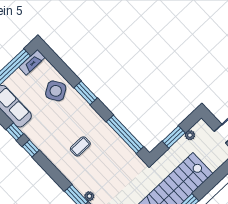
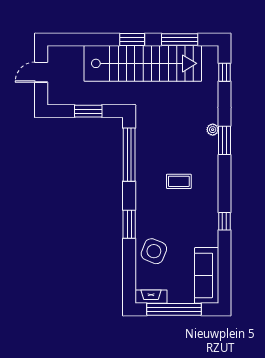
side table: (56, 91) -> (154, 251), turned -36
window: (15, 132) -> (224, 249), removed
plant: (190, 135) -> (72, 99), removed

